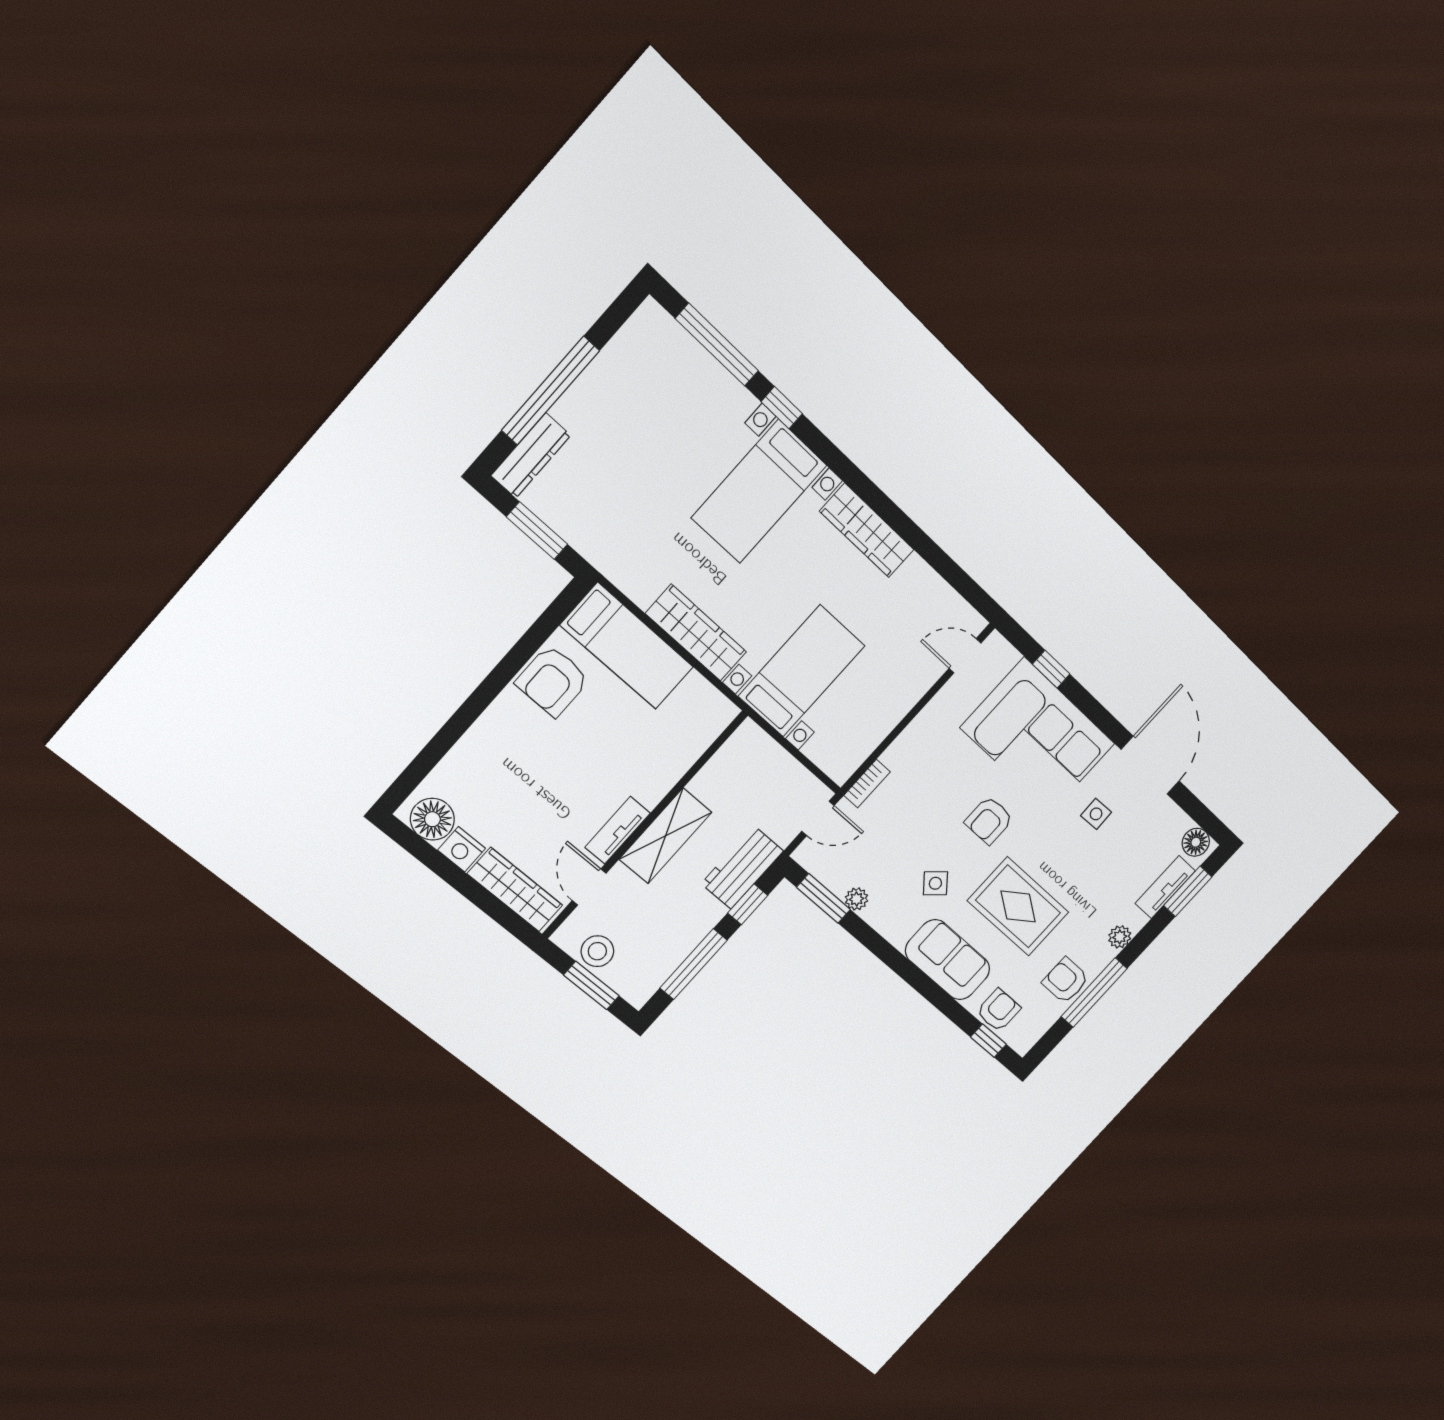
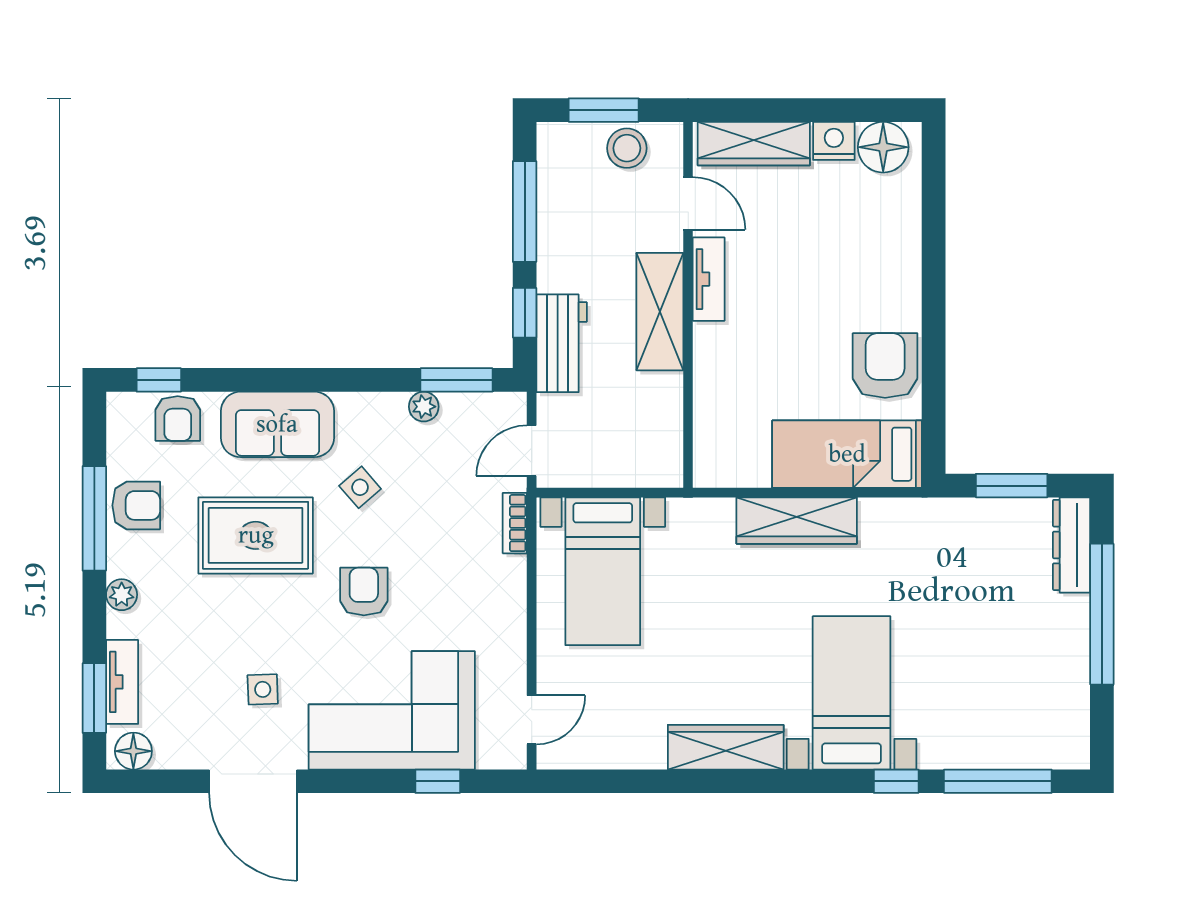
bed with nightstands: (801, 671) -> (603, 571), moved

